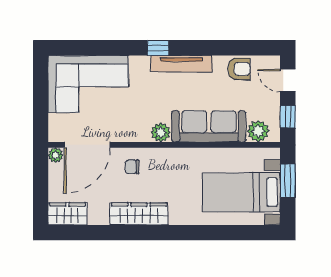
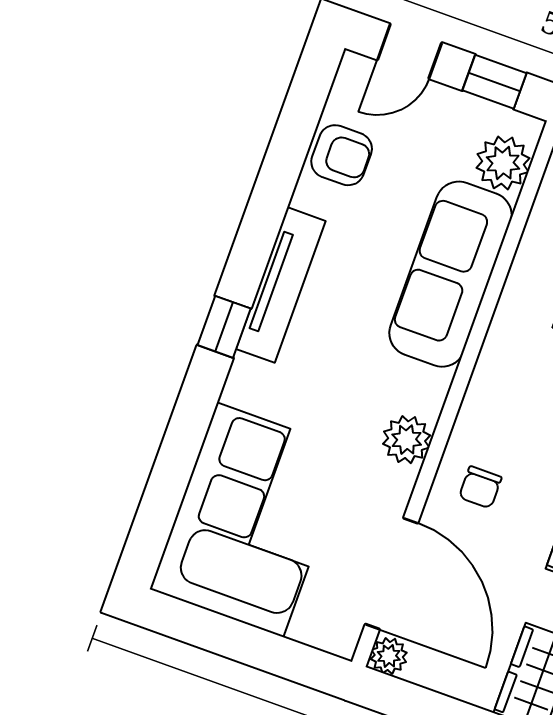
armchair: (239, 69) -> (342, 155), turned 90
plant: (161, 132) -> (407, 440), moved

